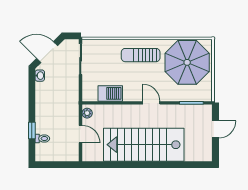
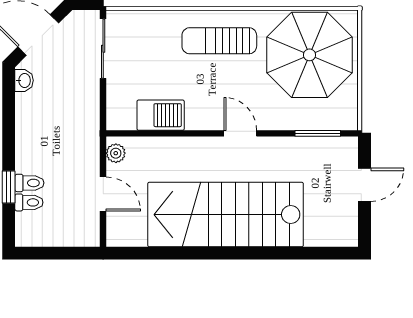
toilet: (43, 128) -> (29, 183), added

